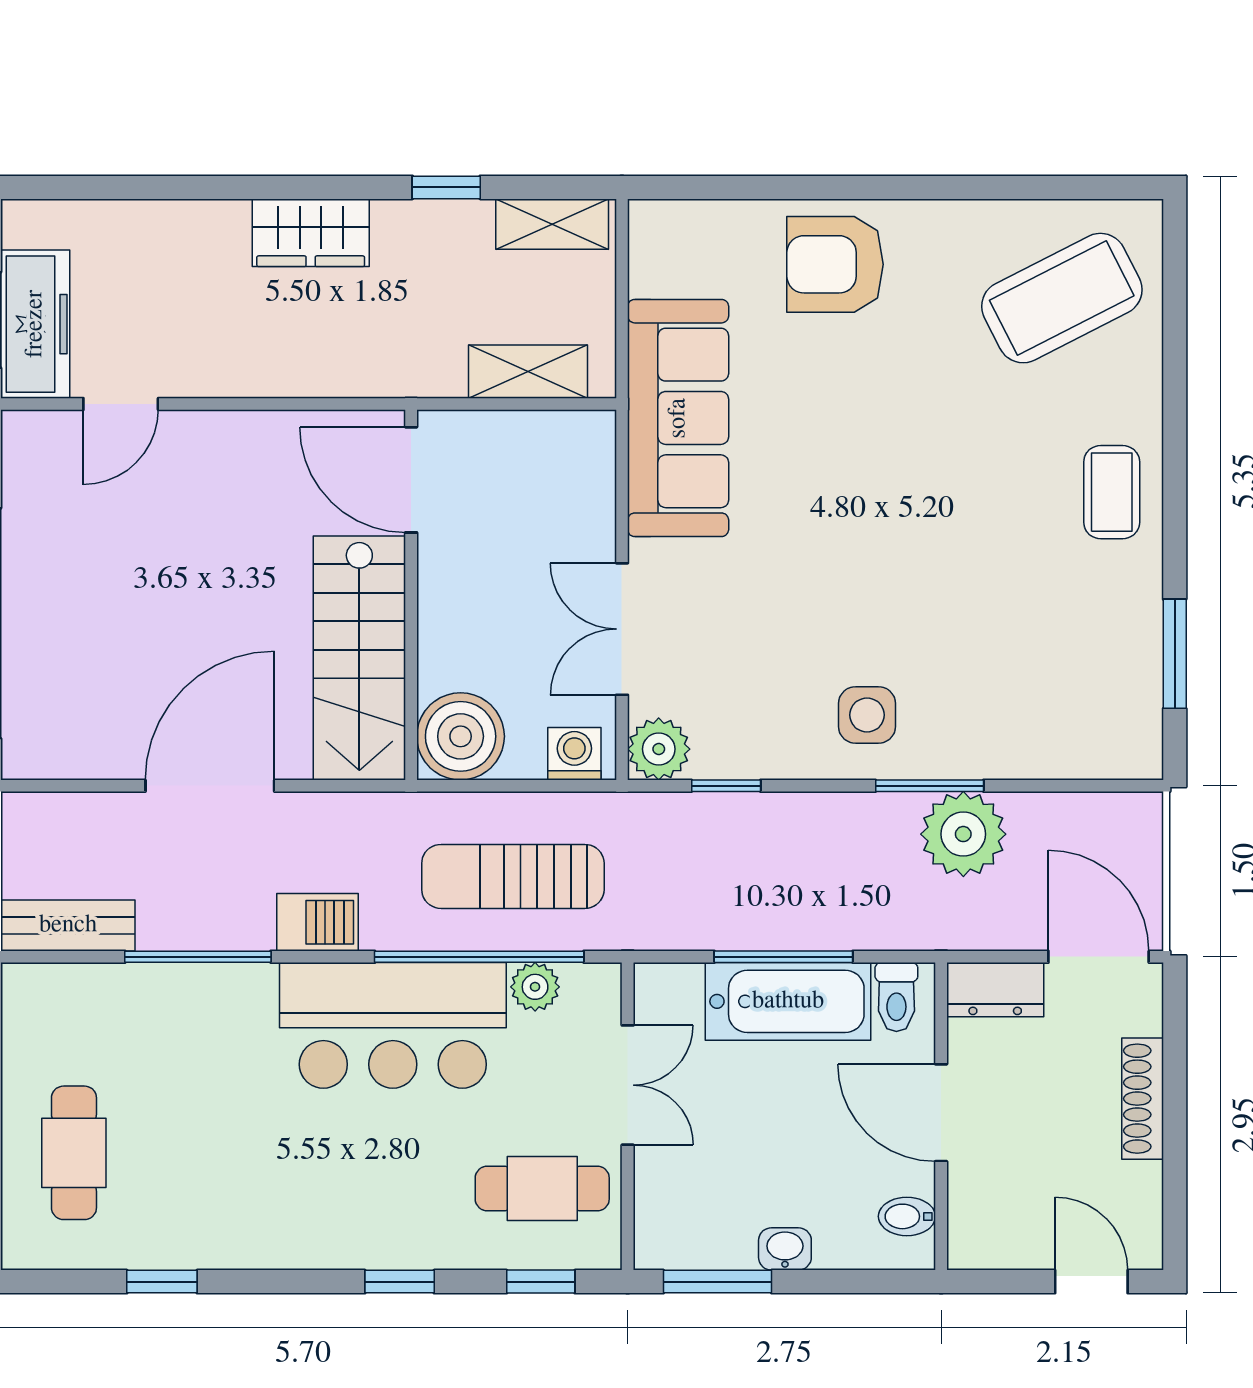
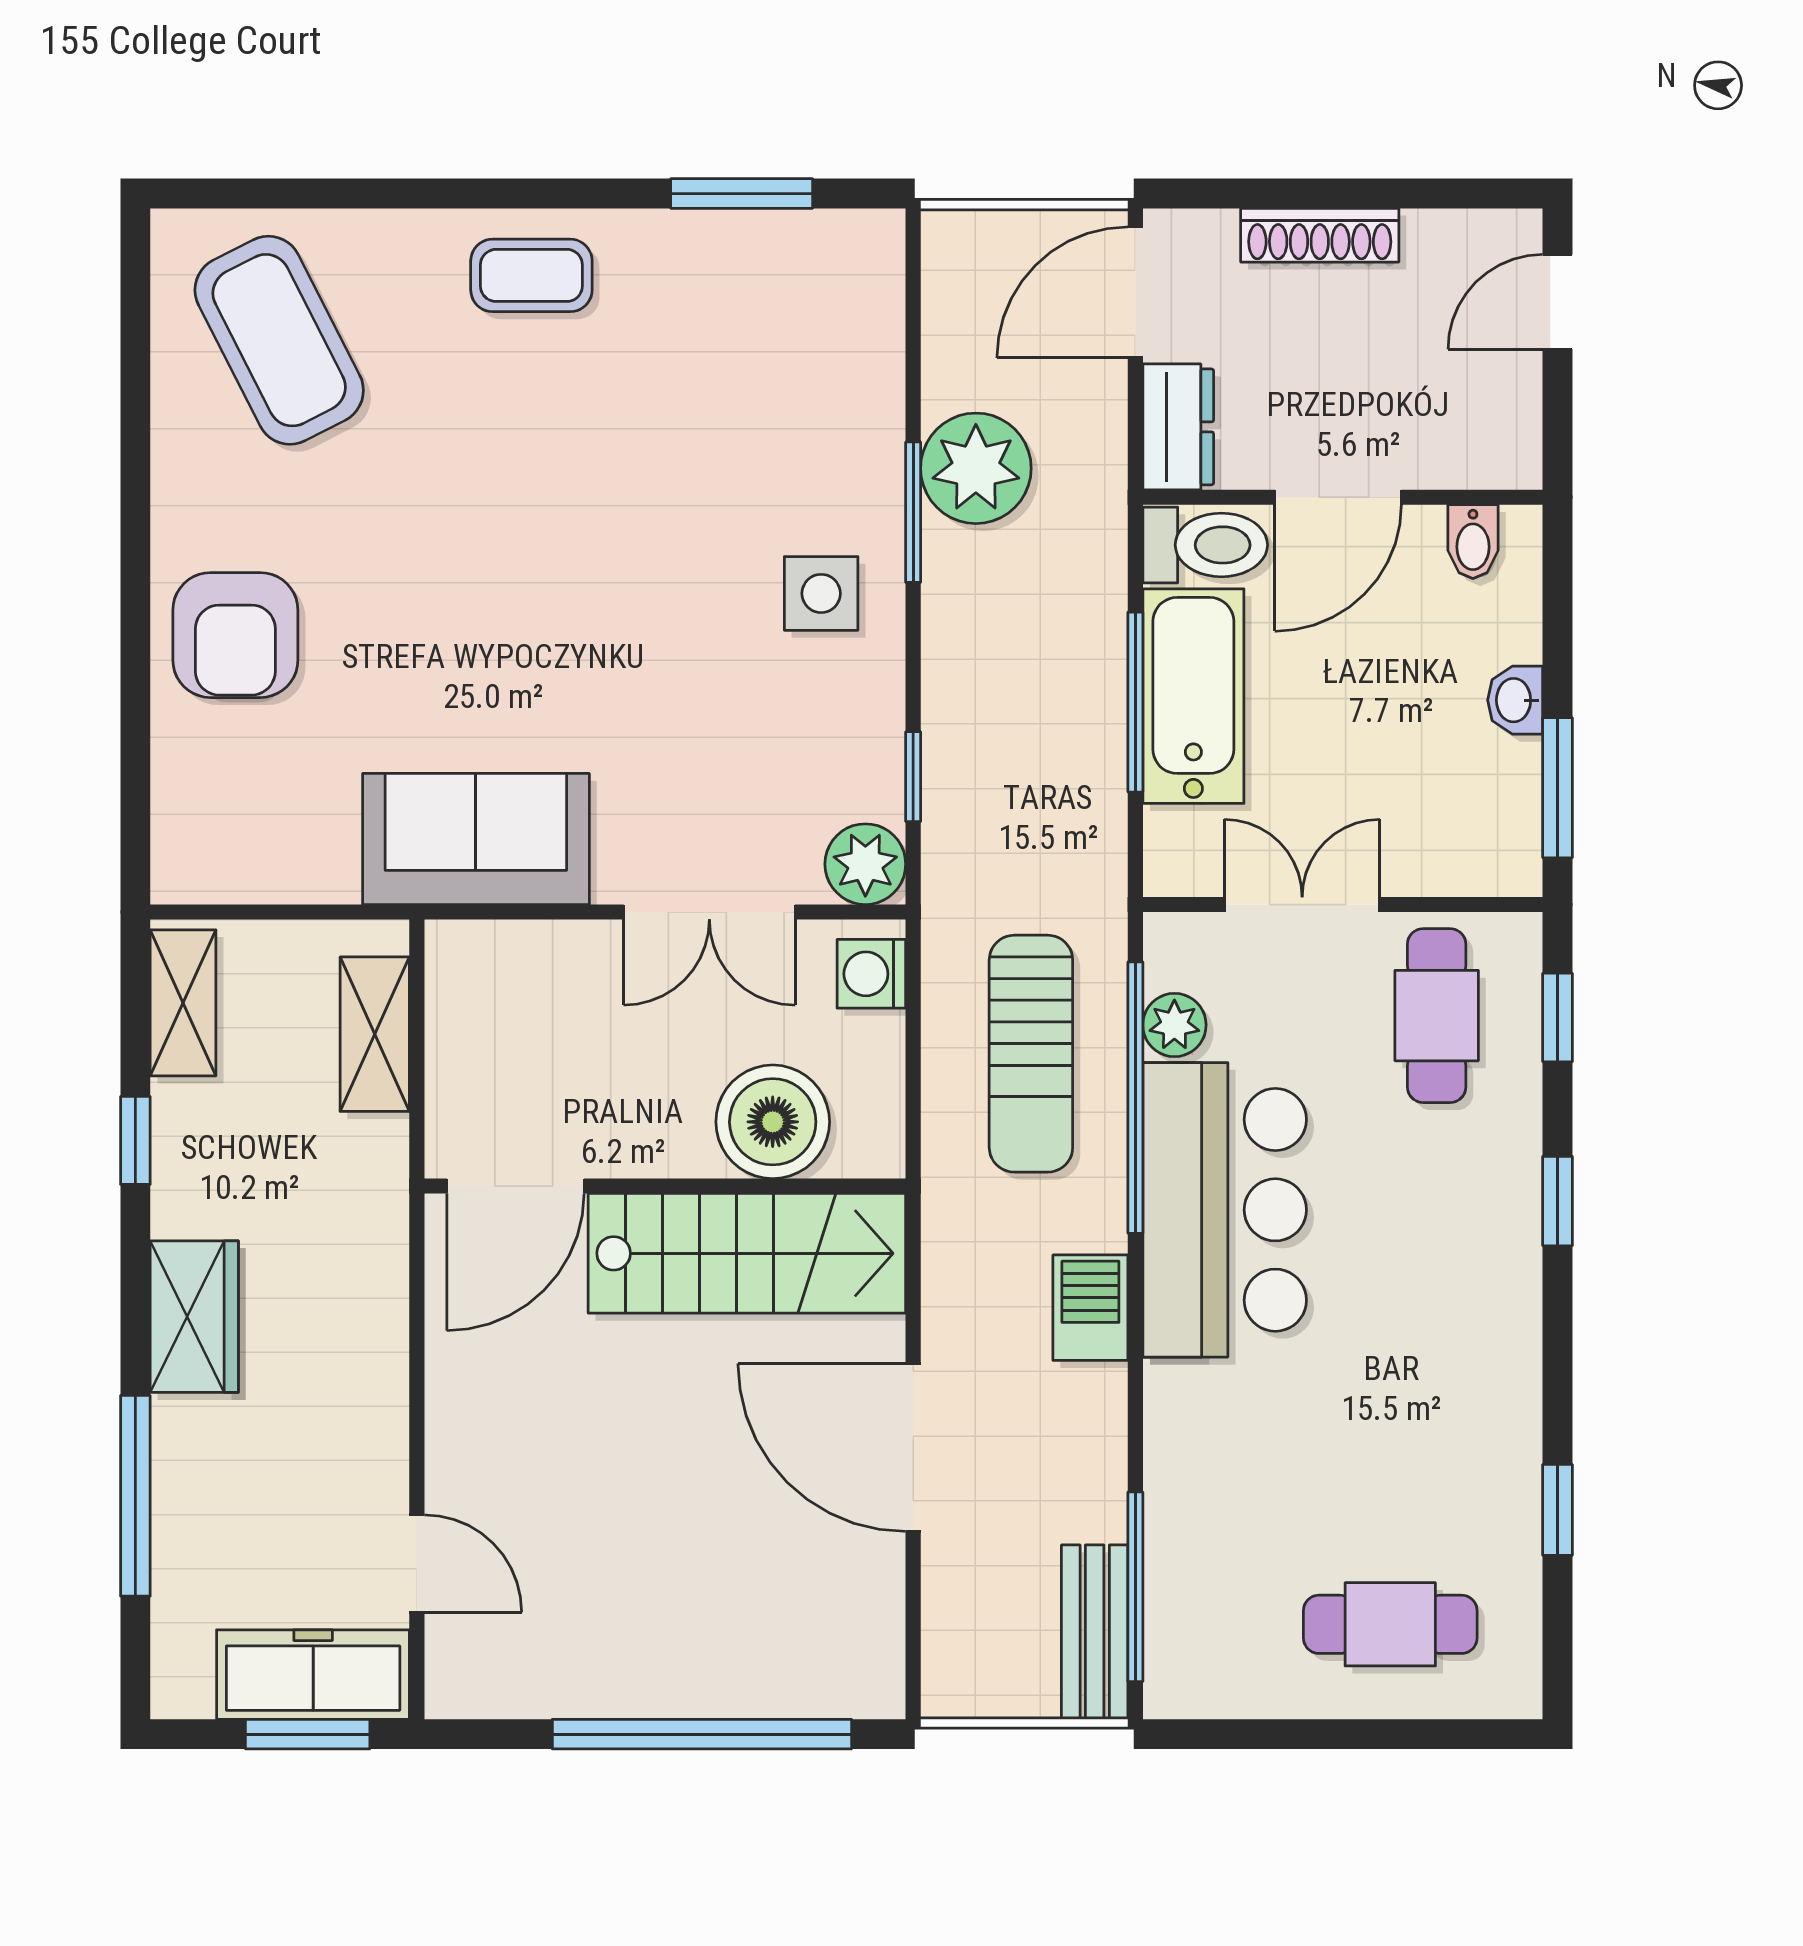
window: (173, 187) -> (135, 1496), added
sofa: (678, 418) -> (476, 839), width x0.73
boiler: (461, 736) -> (773, 1122), moved
window: (198, 957) -> (1135, 1587), moved
toilet: (896, 997) -> (1205, 545), width x1.37, depth x1.39

